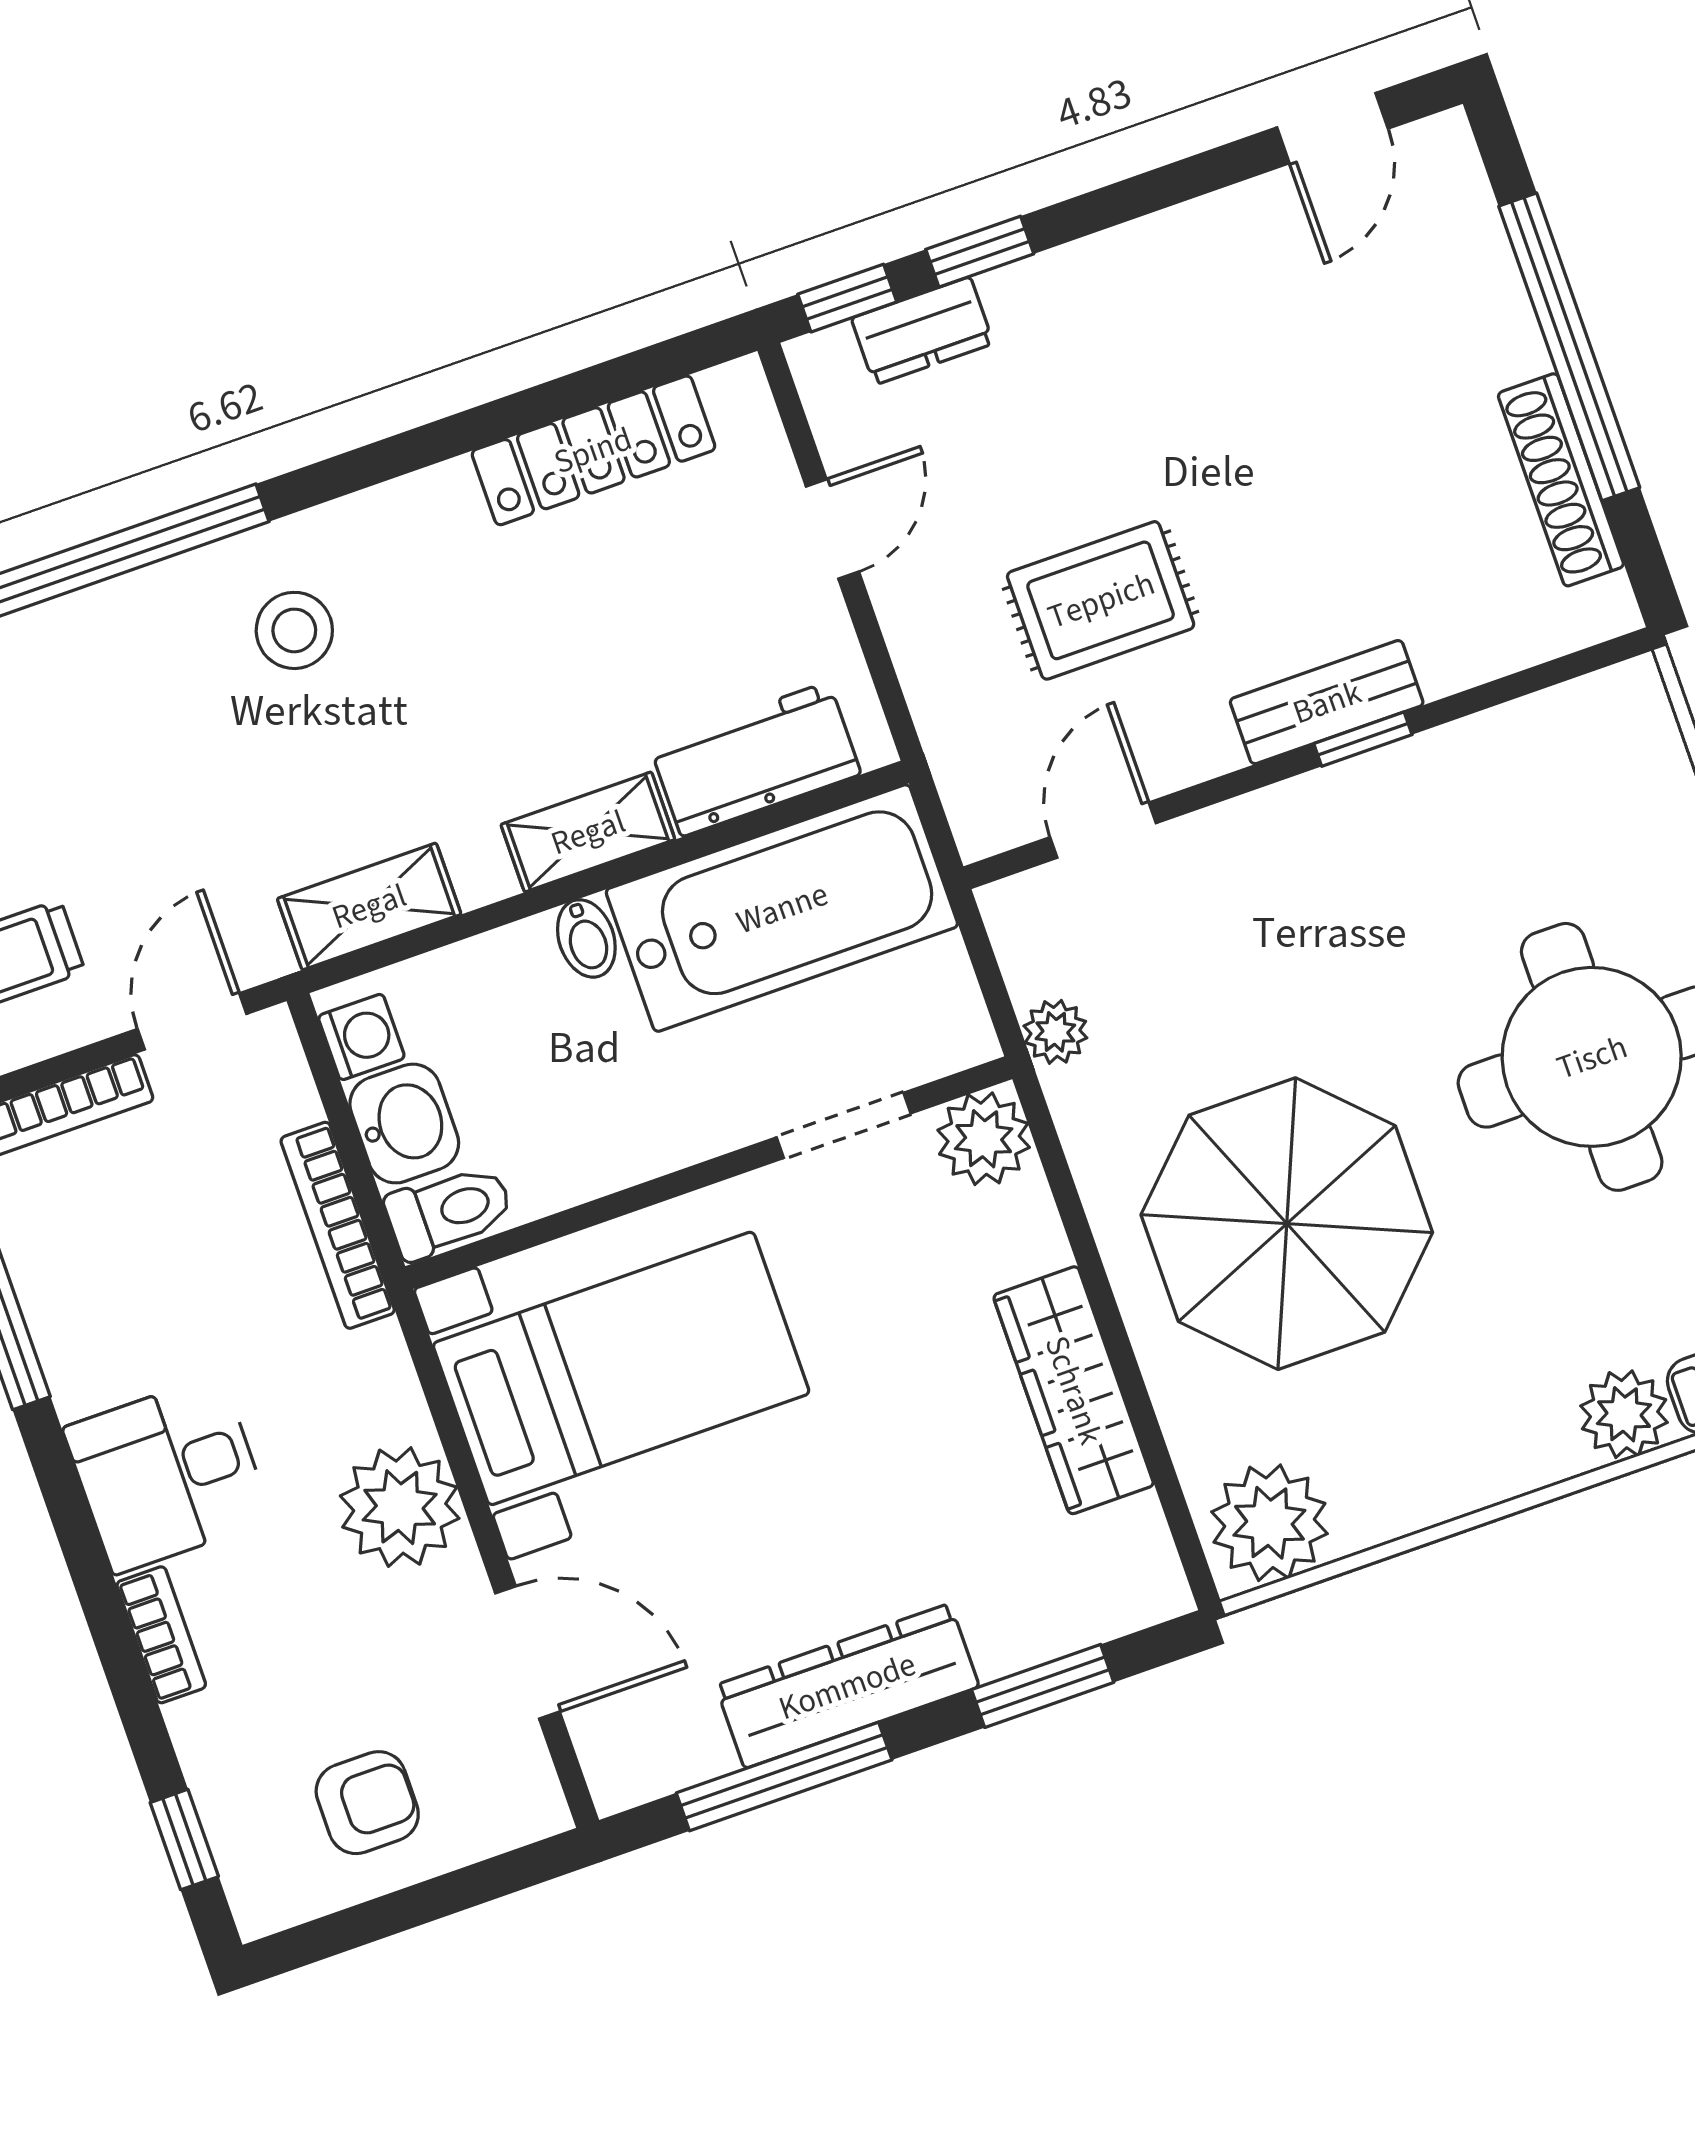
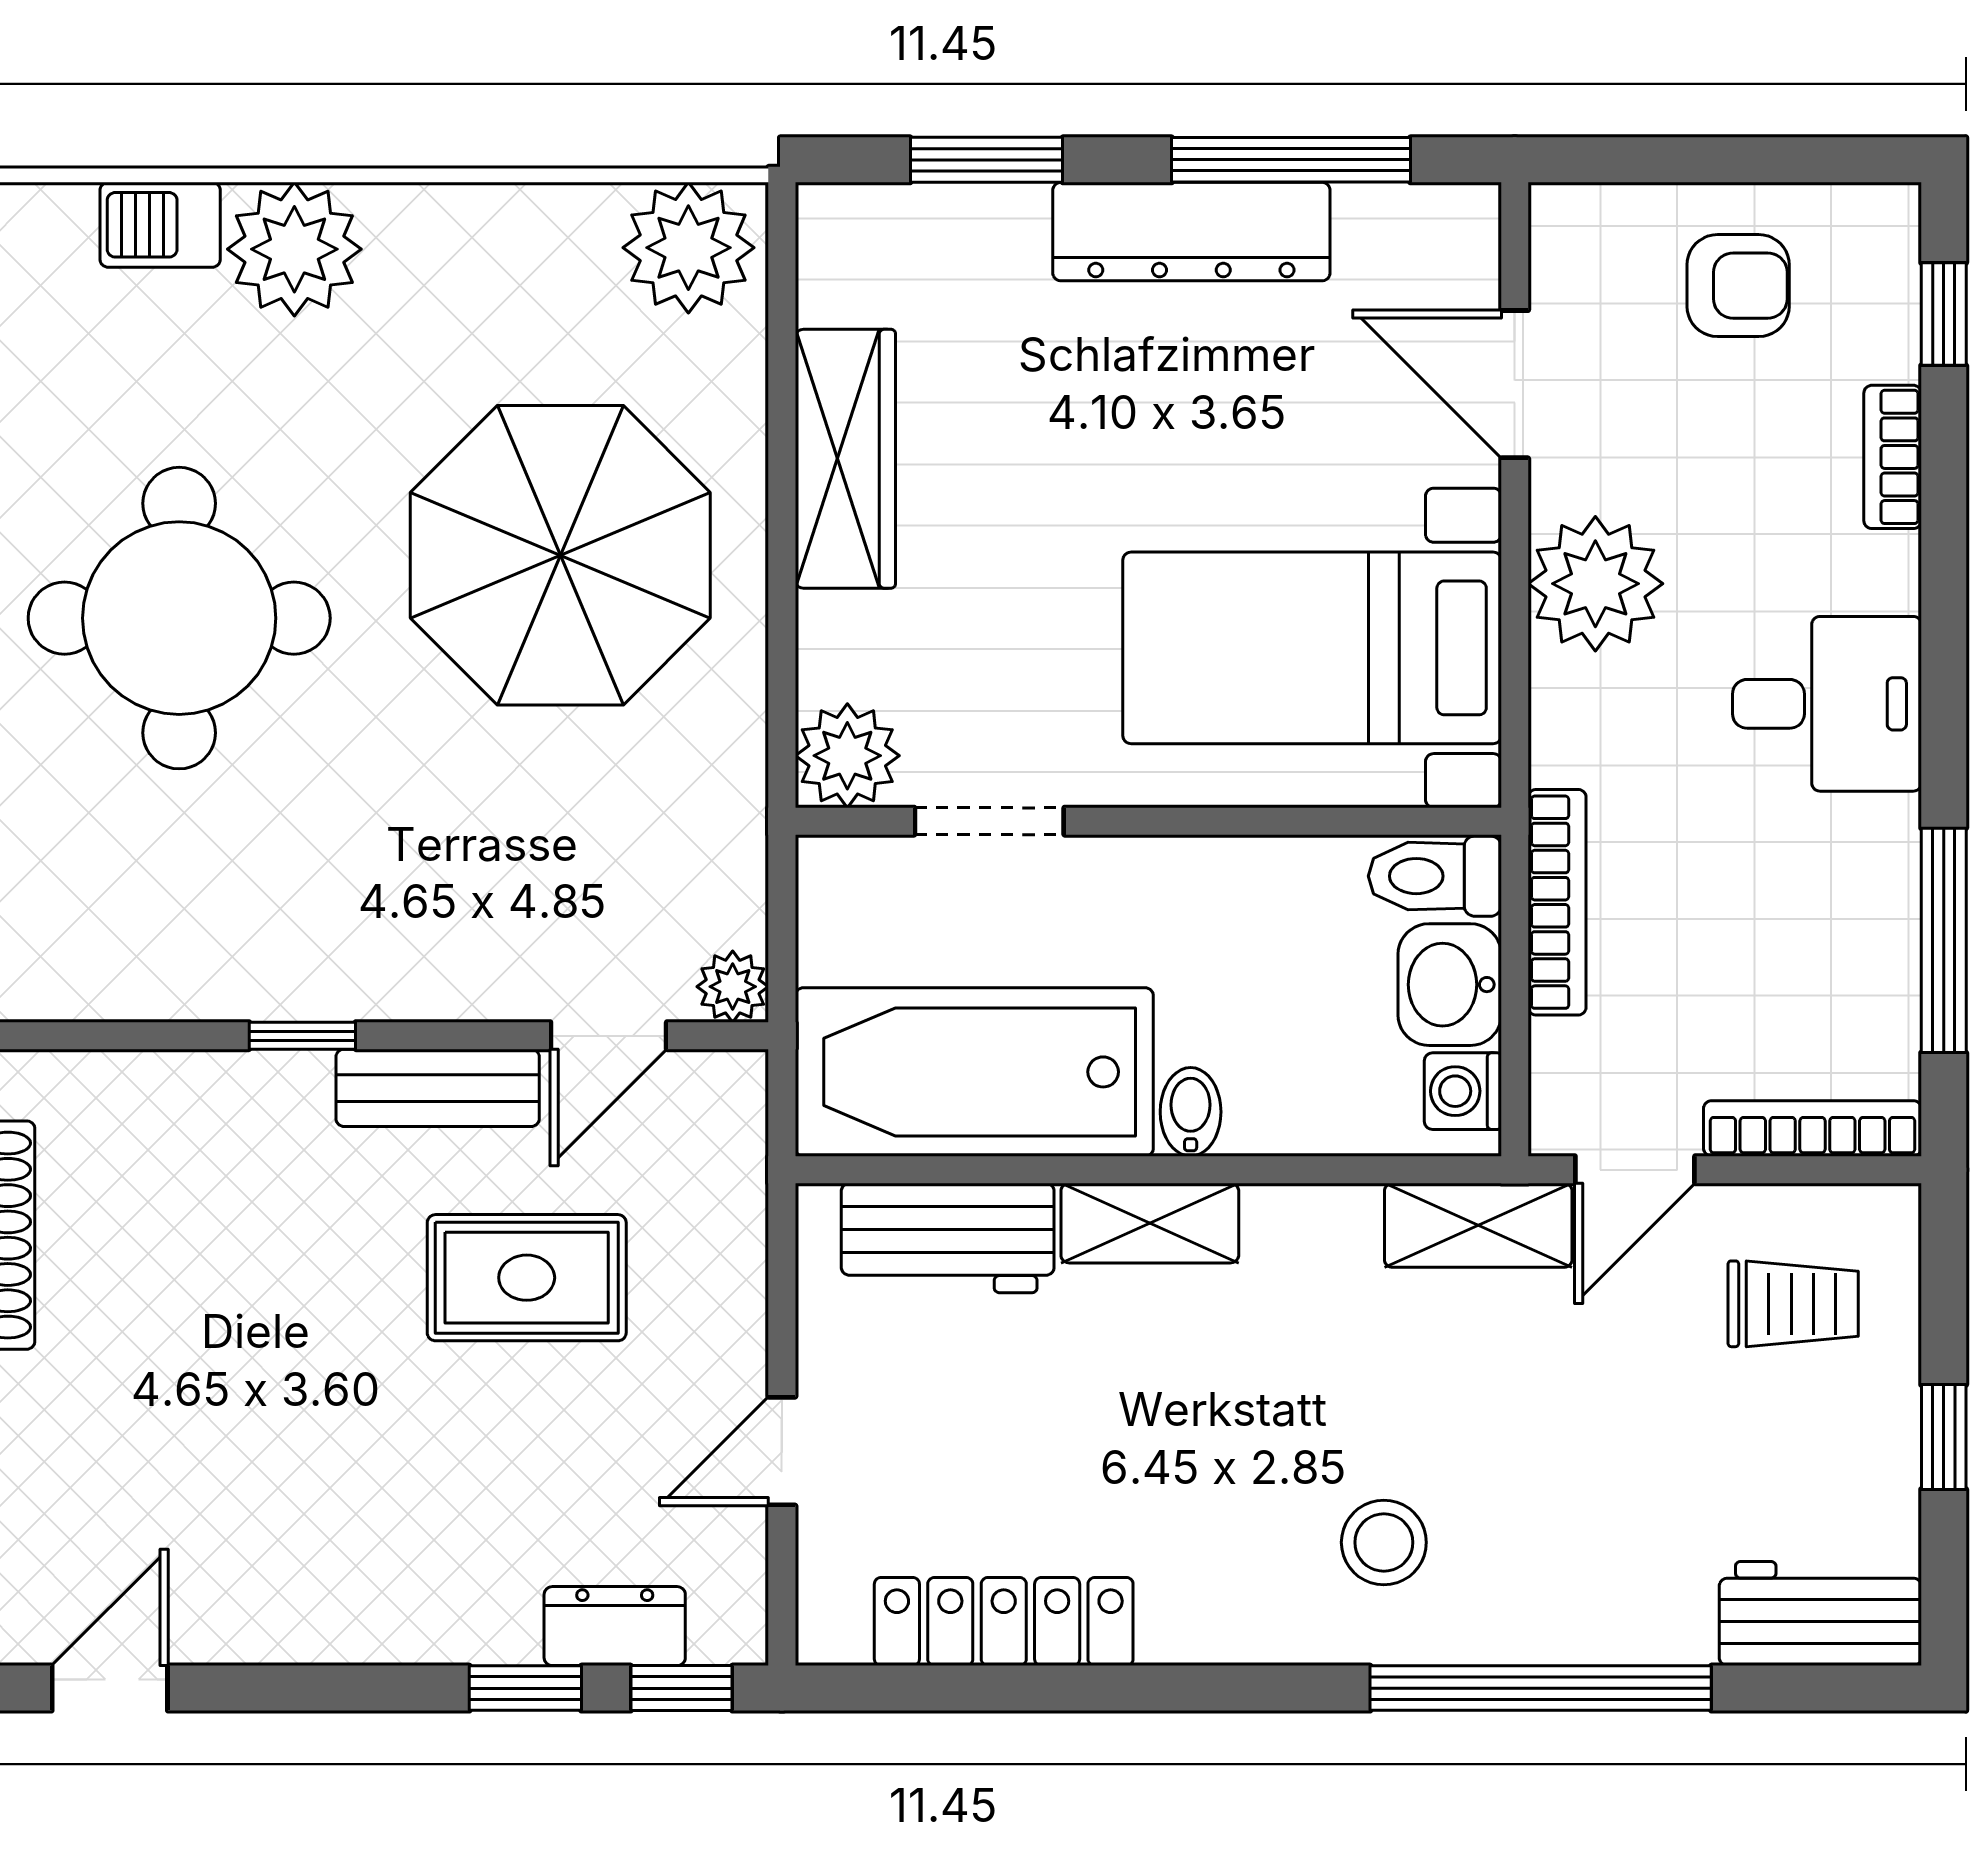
bench: (1327, 702) -> (438, 1088), moved
shelving: (369, 906) -> (1478, 1225), moved
plant: (1055, 1032) -> (733, 987), moved
plant: (1624, 1414) -> (294, 249), width x1.36, depth x1.36
bookcase: (161, 1635) -> (1893, 457), moved
armchair: (367, 1803) -> (1738, 286), turned 180

